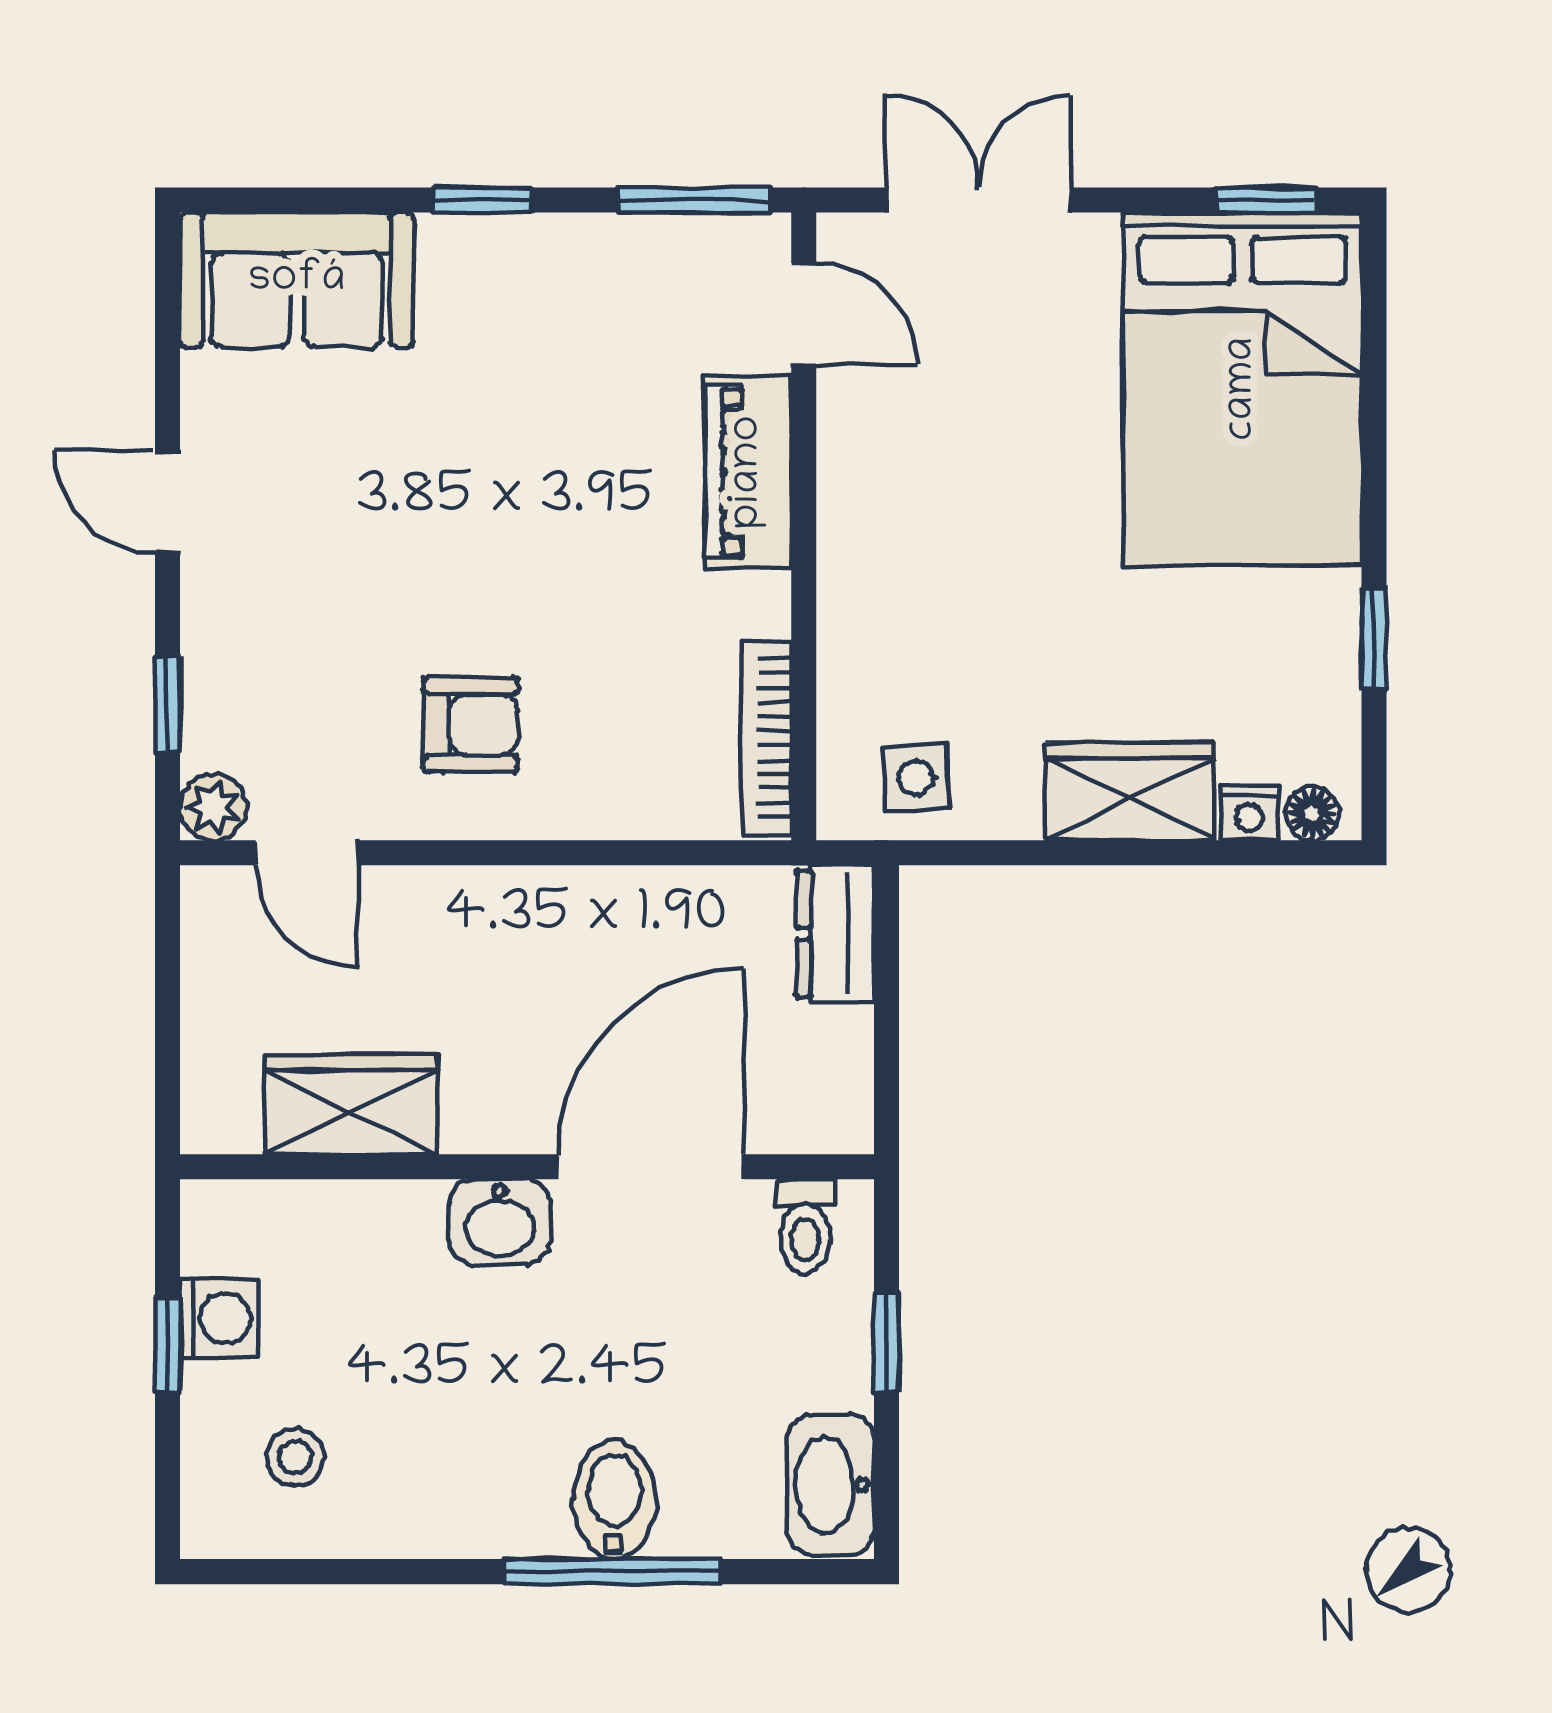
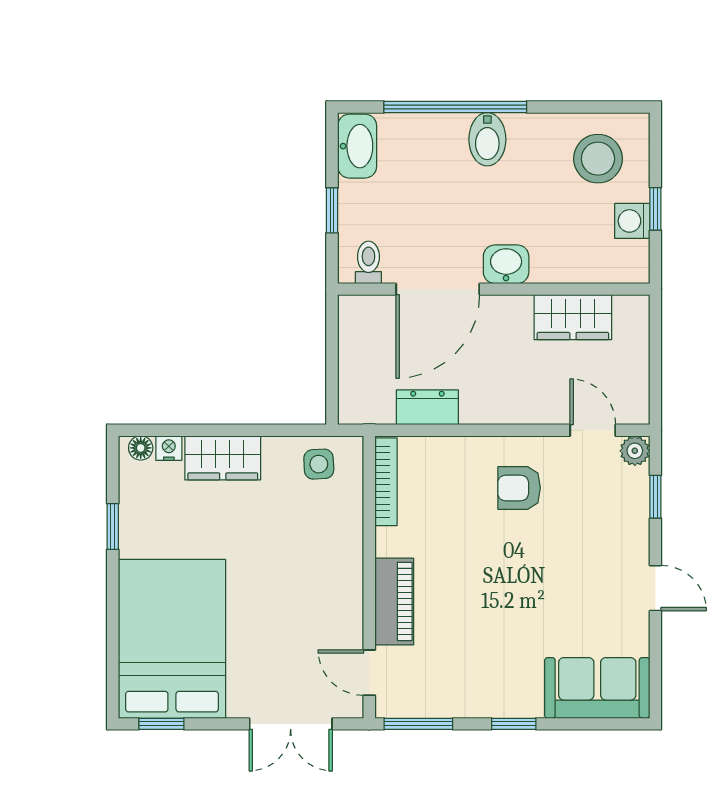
dresser: (835, 934) -> (427, 407), moved, turned -90
stool: (295, 1457) -> (598, 159), width x1.89, depth x1.89
bidet: (614, 1500) -> (487, 139), moved
window: (612, 1572) -> (455, 107), width x1.46

